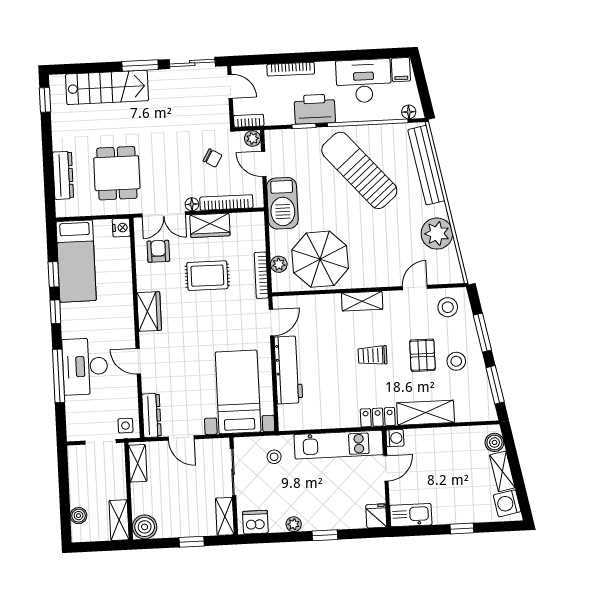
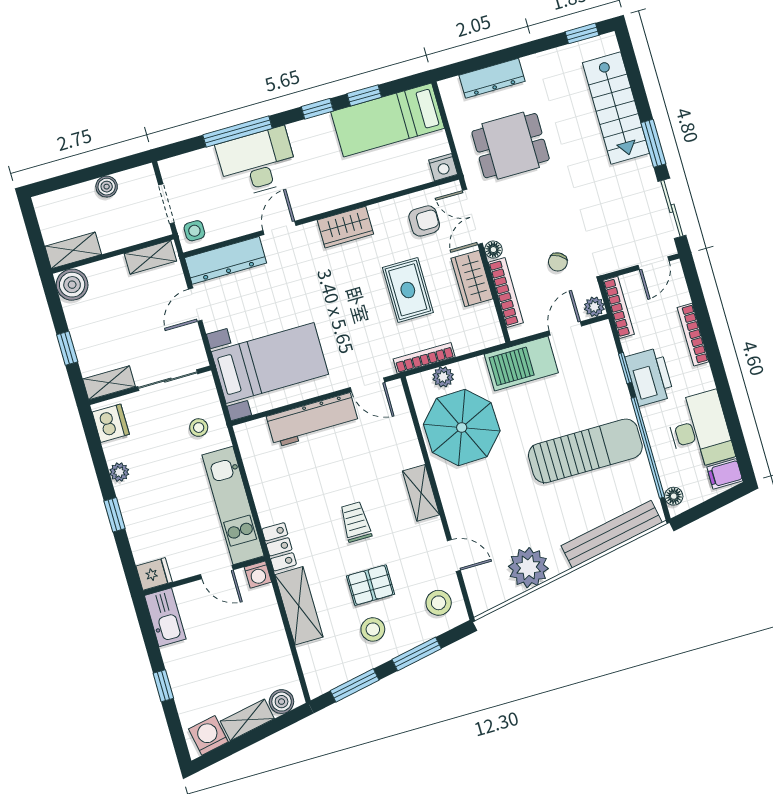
bookcase: (249, 121) -> (619, 307), width x1.56
sun lounger: (359, 170) -> (585, 451), turned 41
dresser: (151, 415) -> (226, 260), width x1.37, depth x1.24
boiler: (79, 516) -> (107, 187), moved

